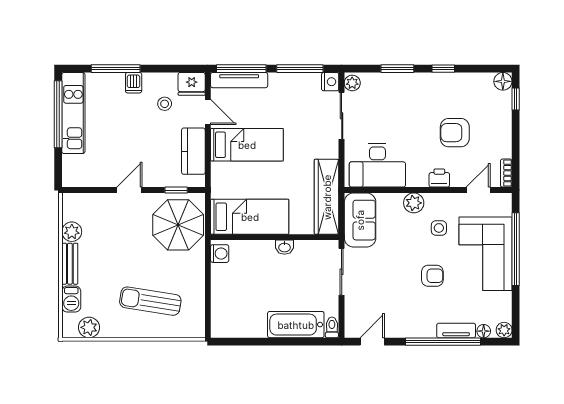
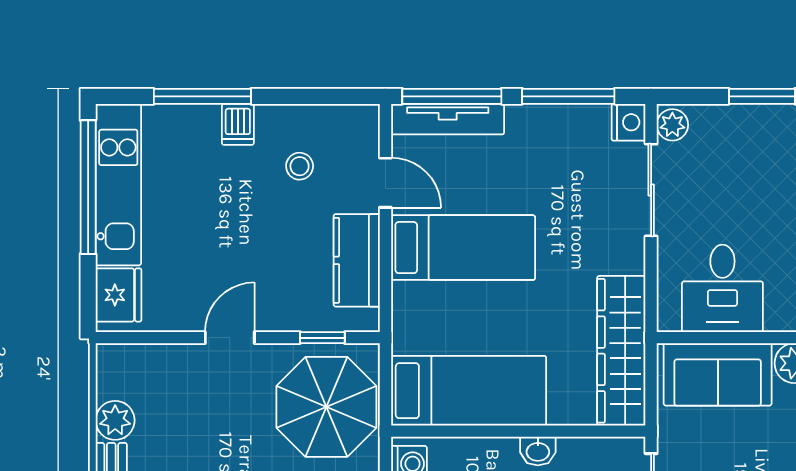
fridge: (192, 84) -> (118, 295), moved, turned -90
desk: (377, 165) -> (722, 288), width x0.73
sofa: (360, 220) -> (718, 374), moved, turned 90

